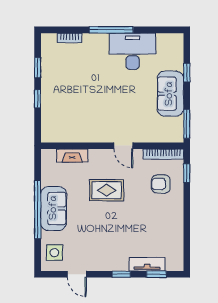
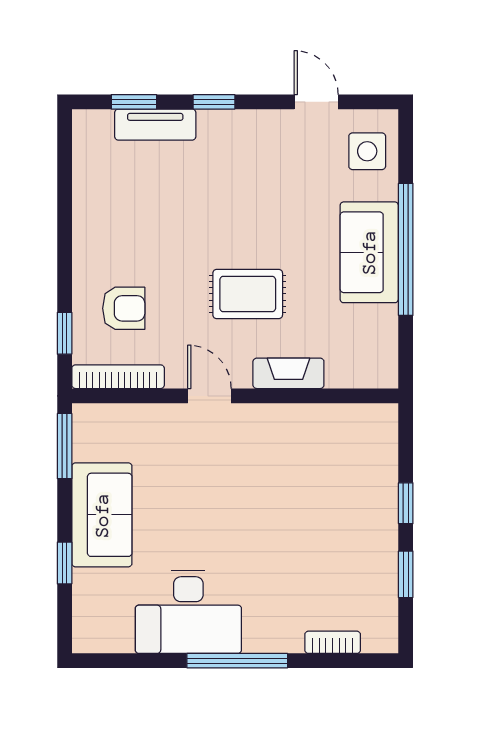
fireplace: (72, 156) -> (288, 373), moved

